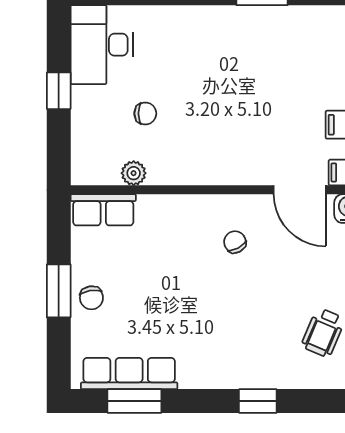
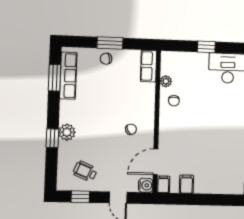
chair: (145, 113) -> (174, 101), moved
plant: (245, 372) -> (67, 132), added

